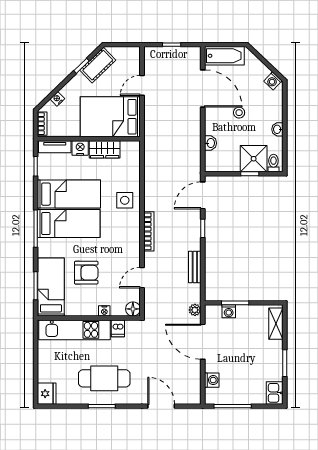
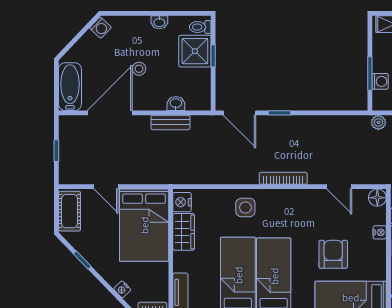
cot: (98, 65) -> (70, 211), moved, turned 44
nightstand: (80, 148) -> (182, 202), moved
bench: (195, 267) -> (170, 122), moved

